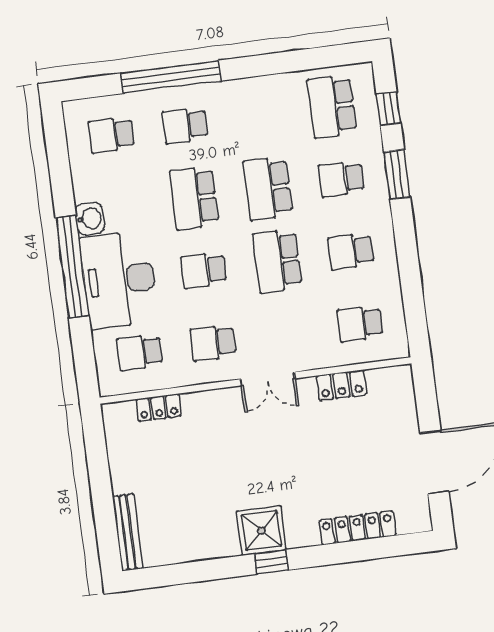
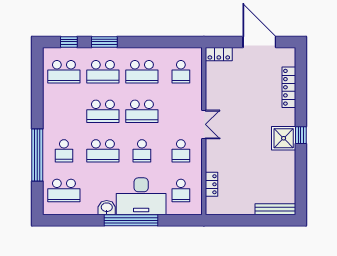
school desk: (111, 135) -> (64, 190), width x1.85
school desk: (341, 179) -> (103, 72), width x1.85
school desk: (351, 251) -> (142, 72), width x1.85
locker: (341, 385) -> (219, 54), moved, turned 90

